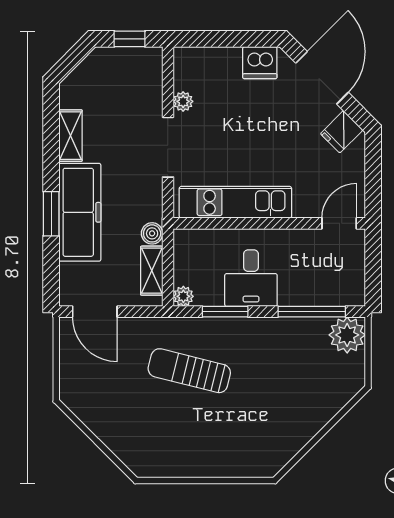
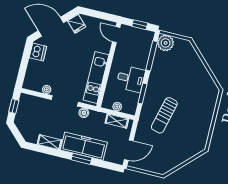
boiler: (152, 233) -> (84, 113), moved
window: (373, 269) -> (140, 25), added
plant: (183, 296) -> (117, 107), moved

